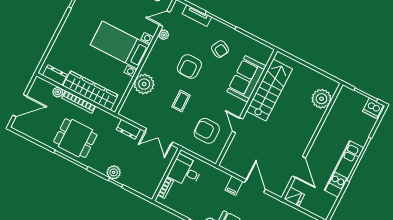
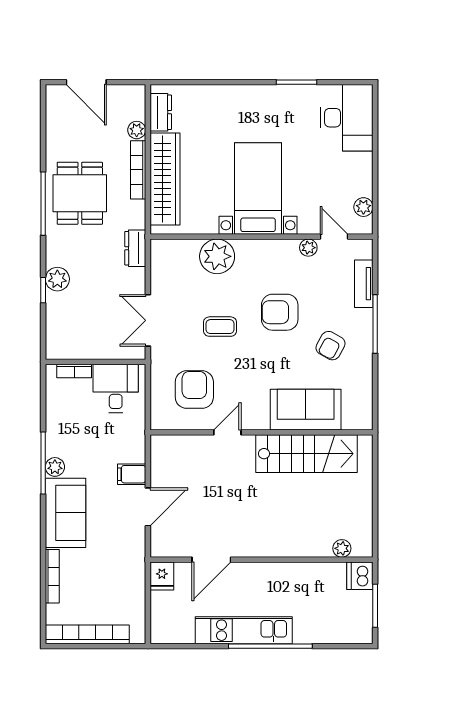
plant: (321, 99) -> (342, 548), width x0.53, depth x0.53
dishwasher: (373, 108) -> (360, 576), moved
dresser: (128, 129) -> (135, 248), moved

